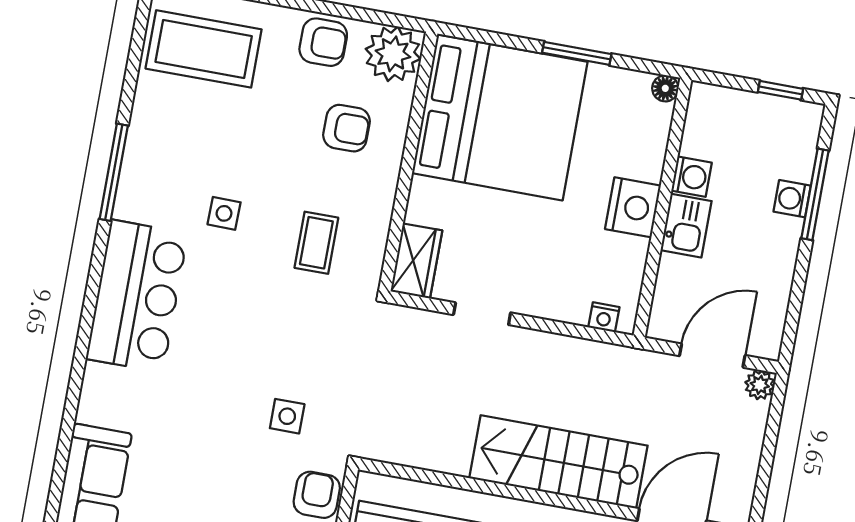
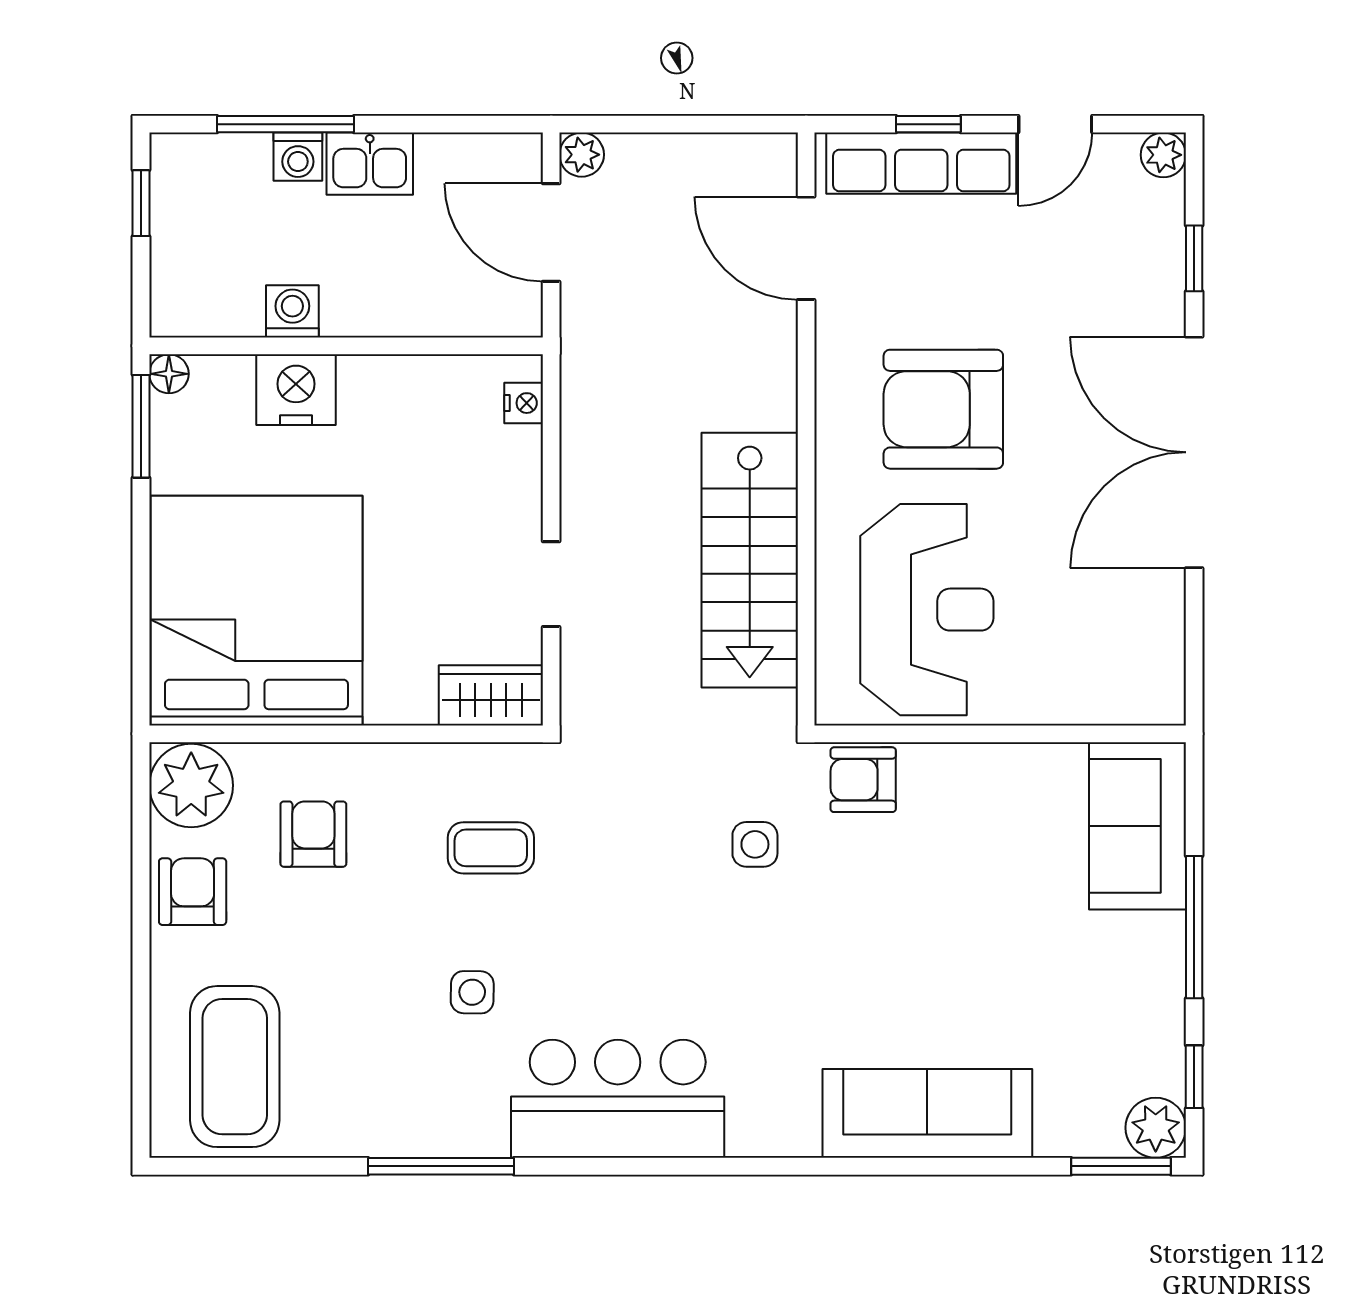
window: (577, 53) -> (141, 426), moved
nightstand: (633, 207) -> (296, 390), moved
kitchen sink: (686, 226) -> (370, 164), moved, turned 180
stairs: (558, 462) -> (750, 560), moved

